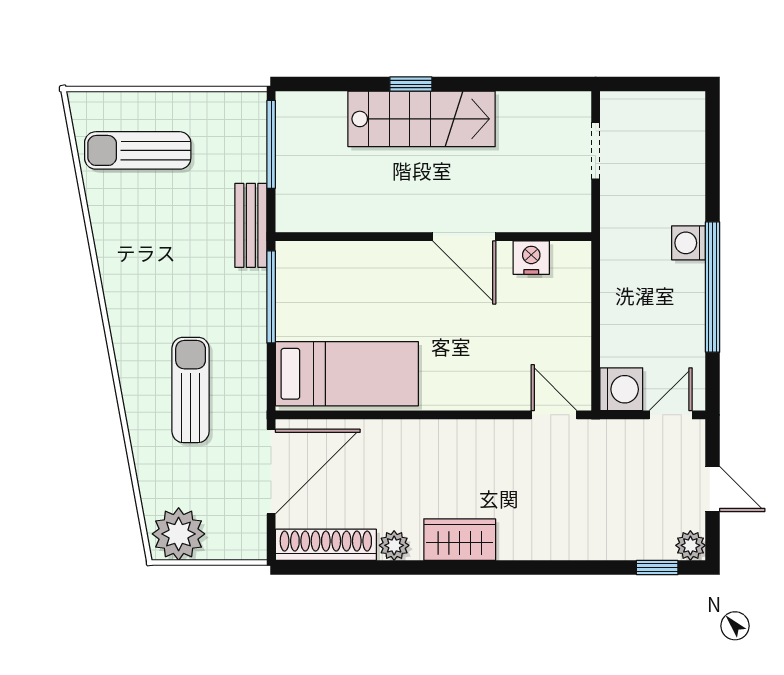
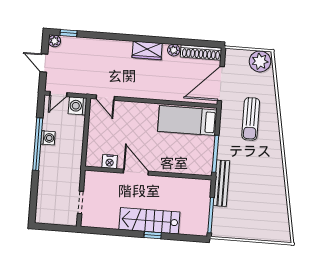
sun lounger: (138, 150) -> (264, 217), removed
bench: (251, 225) -> (221, 183), width x1.36
washing machine: (688, 243) -> (48, 138), moved

